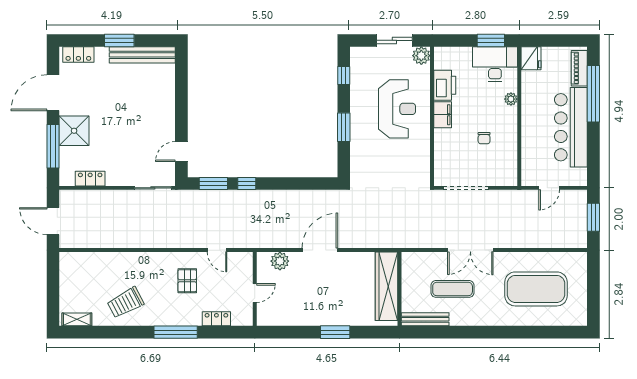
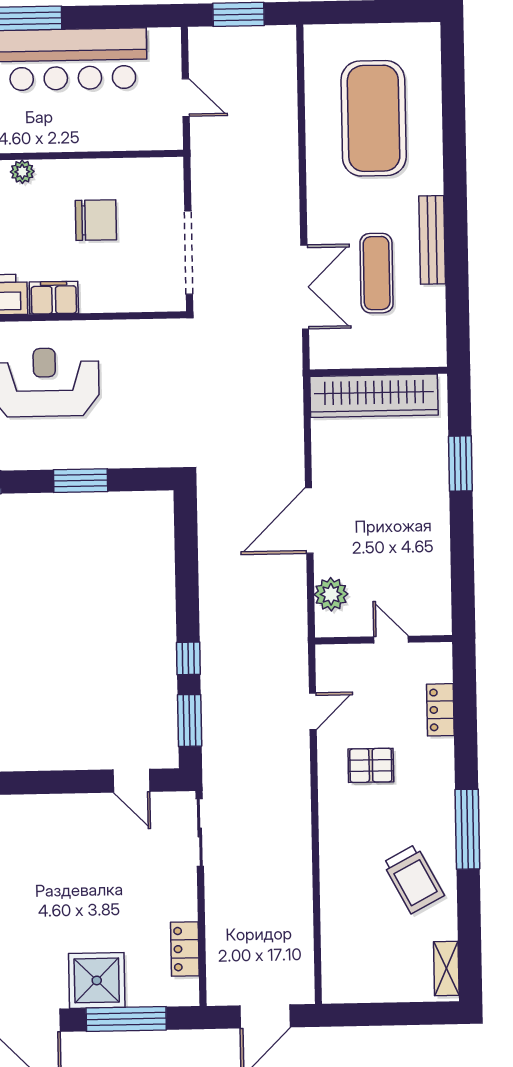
chair: (484, 138) -> (96, 220), width x1.87, depth x1.87
door: (320, 250) -> (309, 520), hinge flipped
double door: (470, 250) -> (305, 287), moved
bench: (425, 319) -> (432, 240), moved
window: (176, 332) -> (467, 829), moved
window: (335, 332) -> (460, 464), moved

